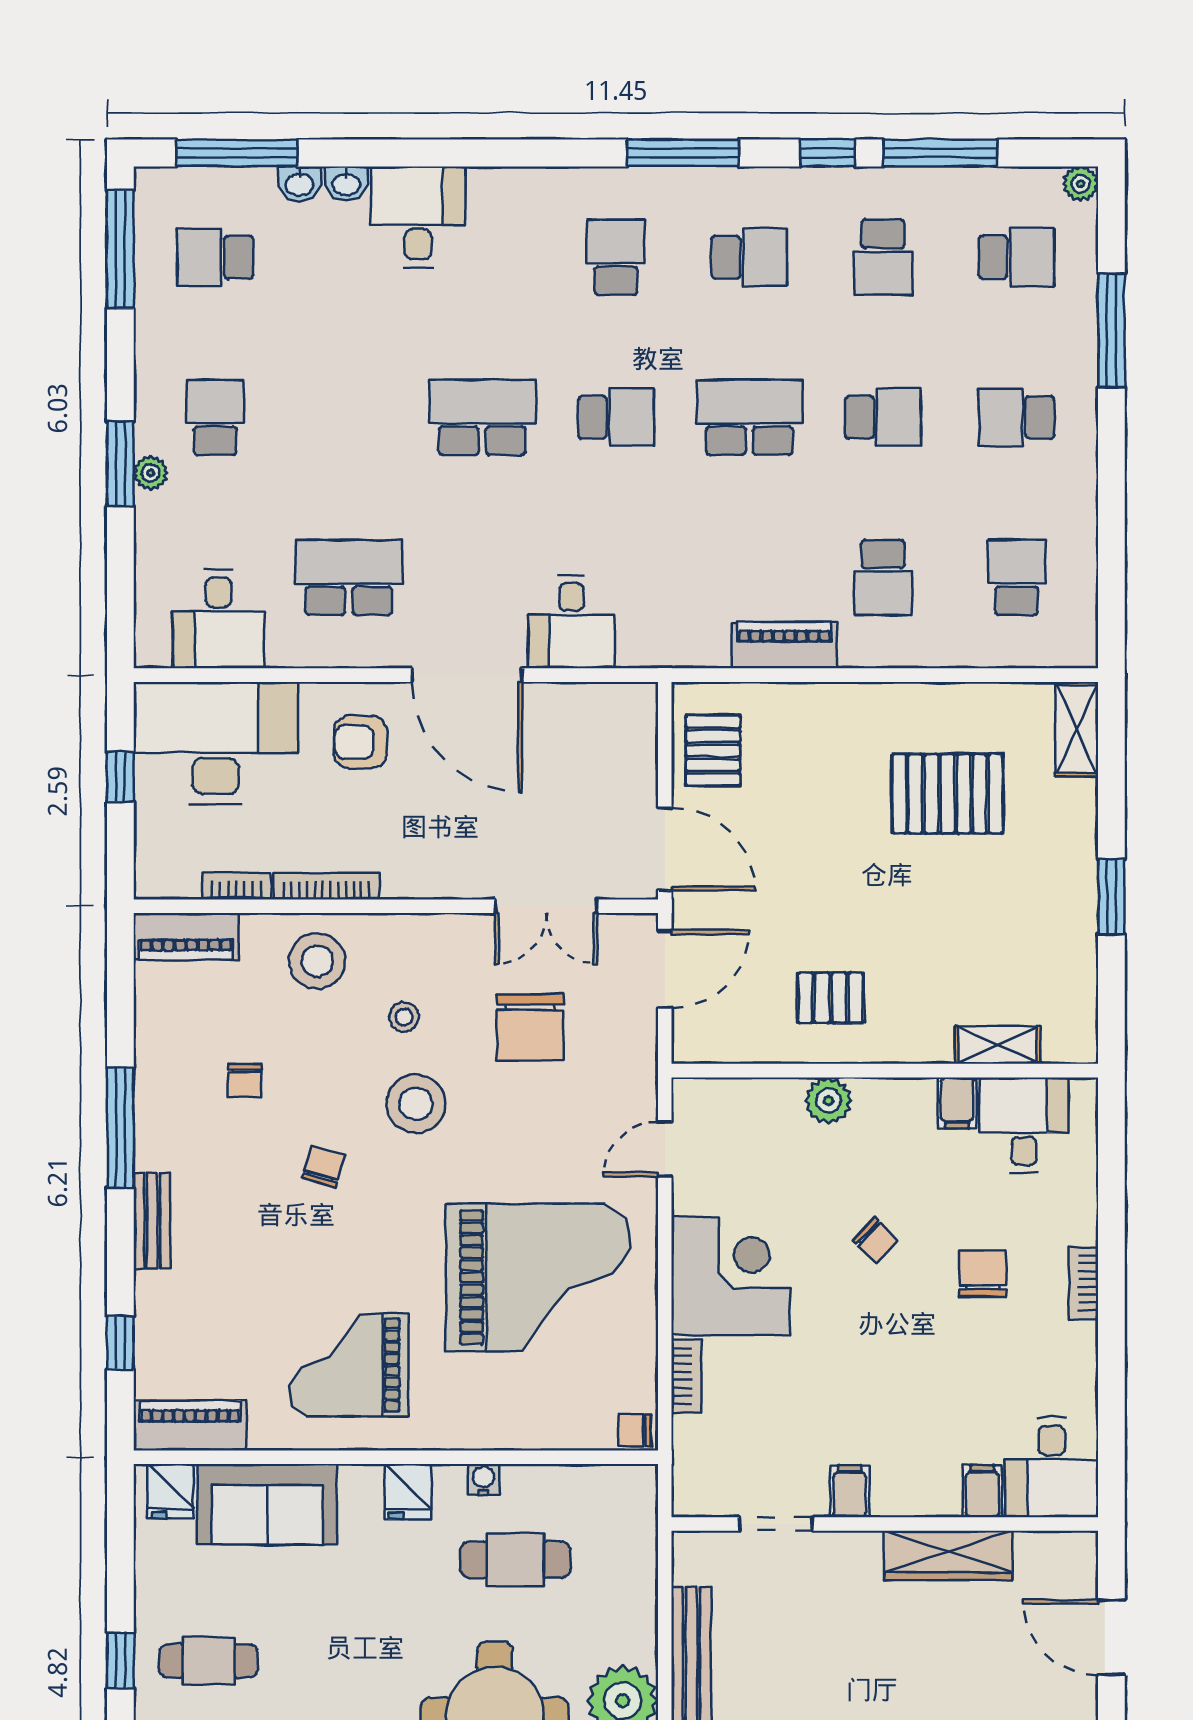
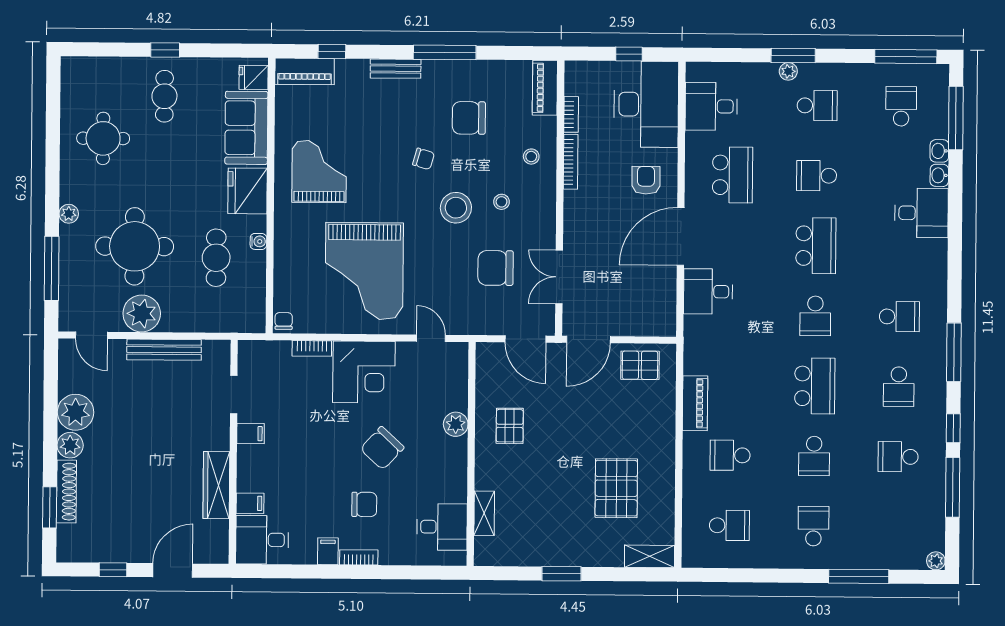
school desk: (1017, 257) -> (817, 176), moved, turned 90
stool: (317, 961) -> (531, 157), width x0.53, depth x0.53
chair: (245, 1081) -> (469, 118), width x1.87, depth x1.87
filing cabinet: (957, 1103) -> (328, 551), moved, turned 90
chair: (875, 1240) -> (382, 448), width x1.87, depth x1.87
piano: (190, 1425) -> (305, 71), moved, turned 90
fridge: (408, 1492) -> (248, 191), width x1.88, depth x1.34

